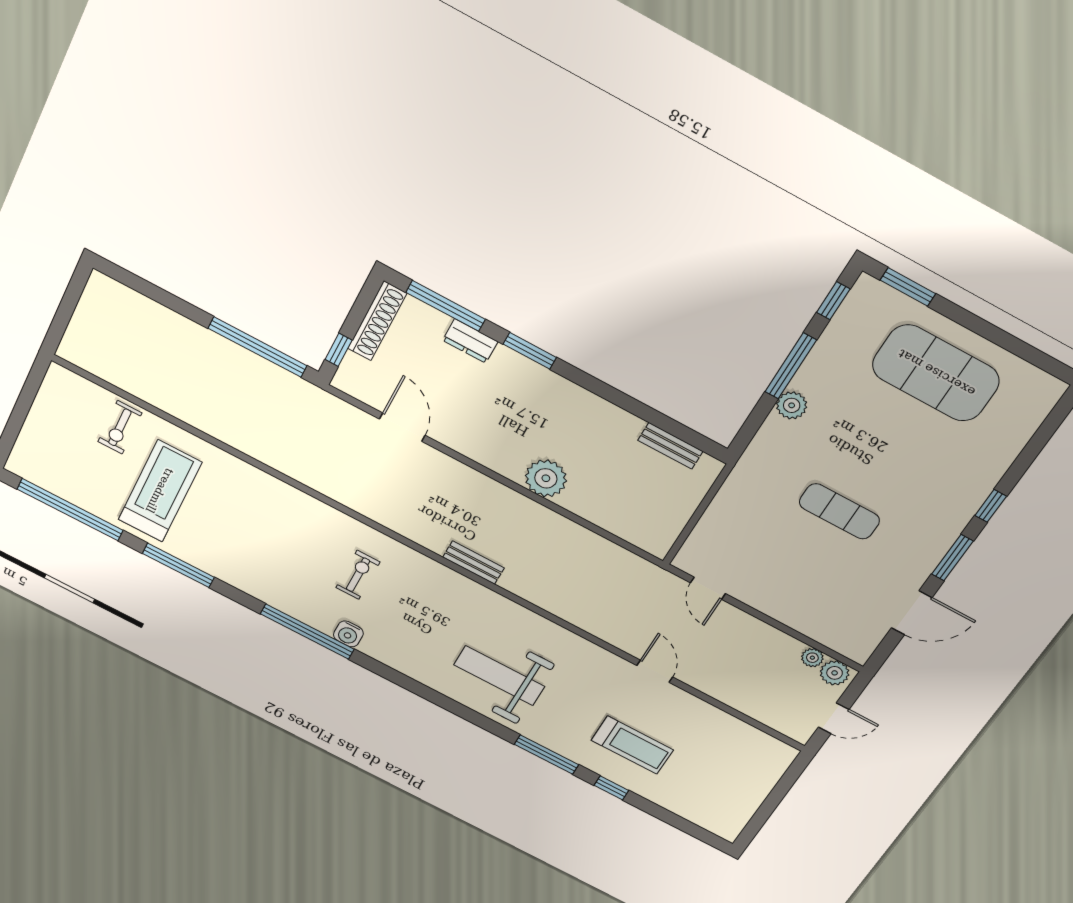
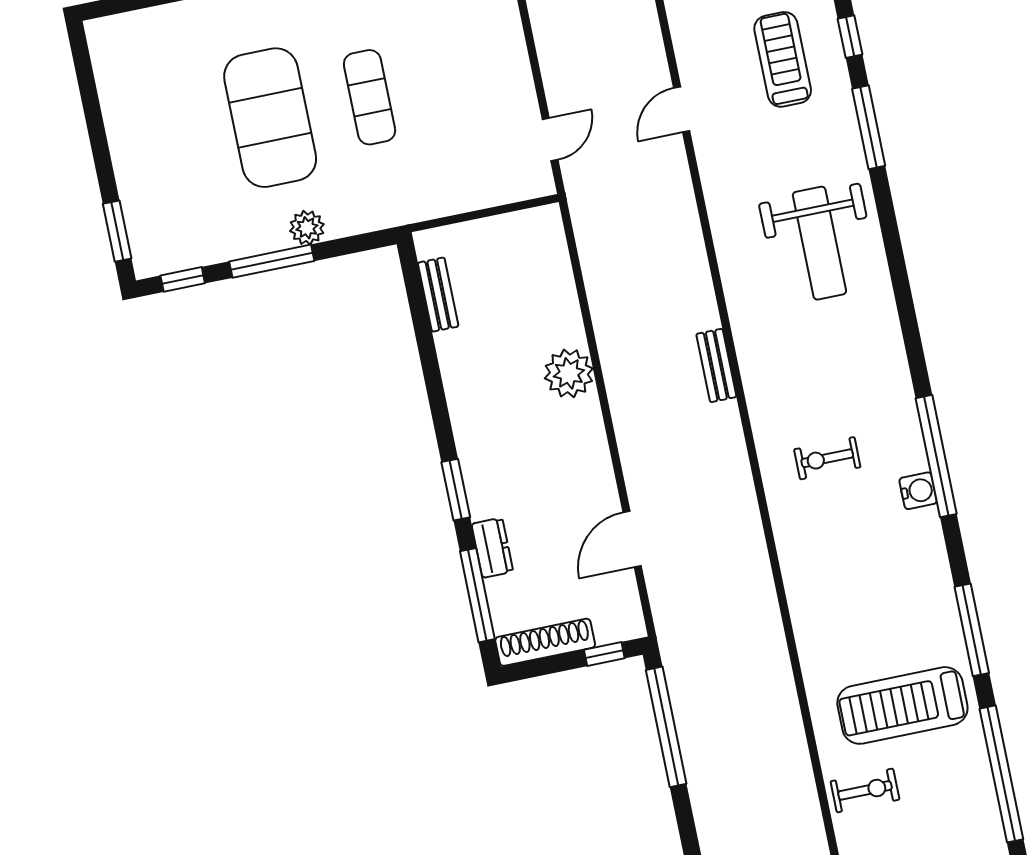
exercise mat: (936, 373) -> (270, 118), moved
water cooler: (348, 634) -> (918, 491), moved

